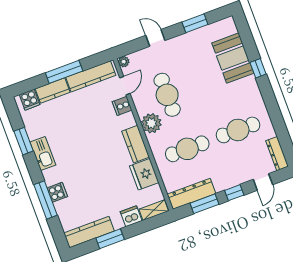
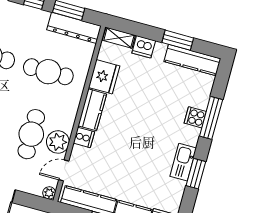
cooker: (122, 106) -> (84, 137), moved
plant: (151, 123) -> (58, 142), moved
window: (24, 141) -> (196, 174), moved

